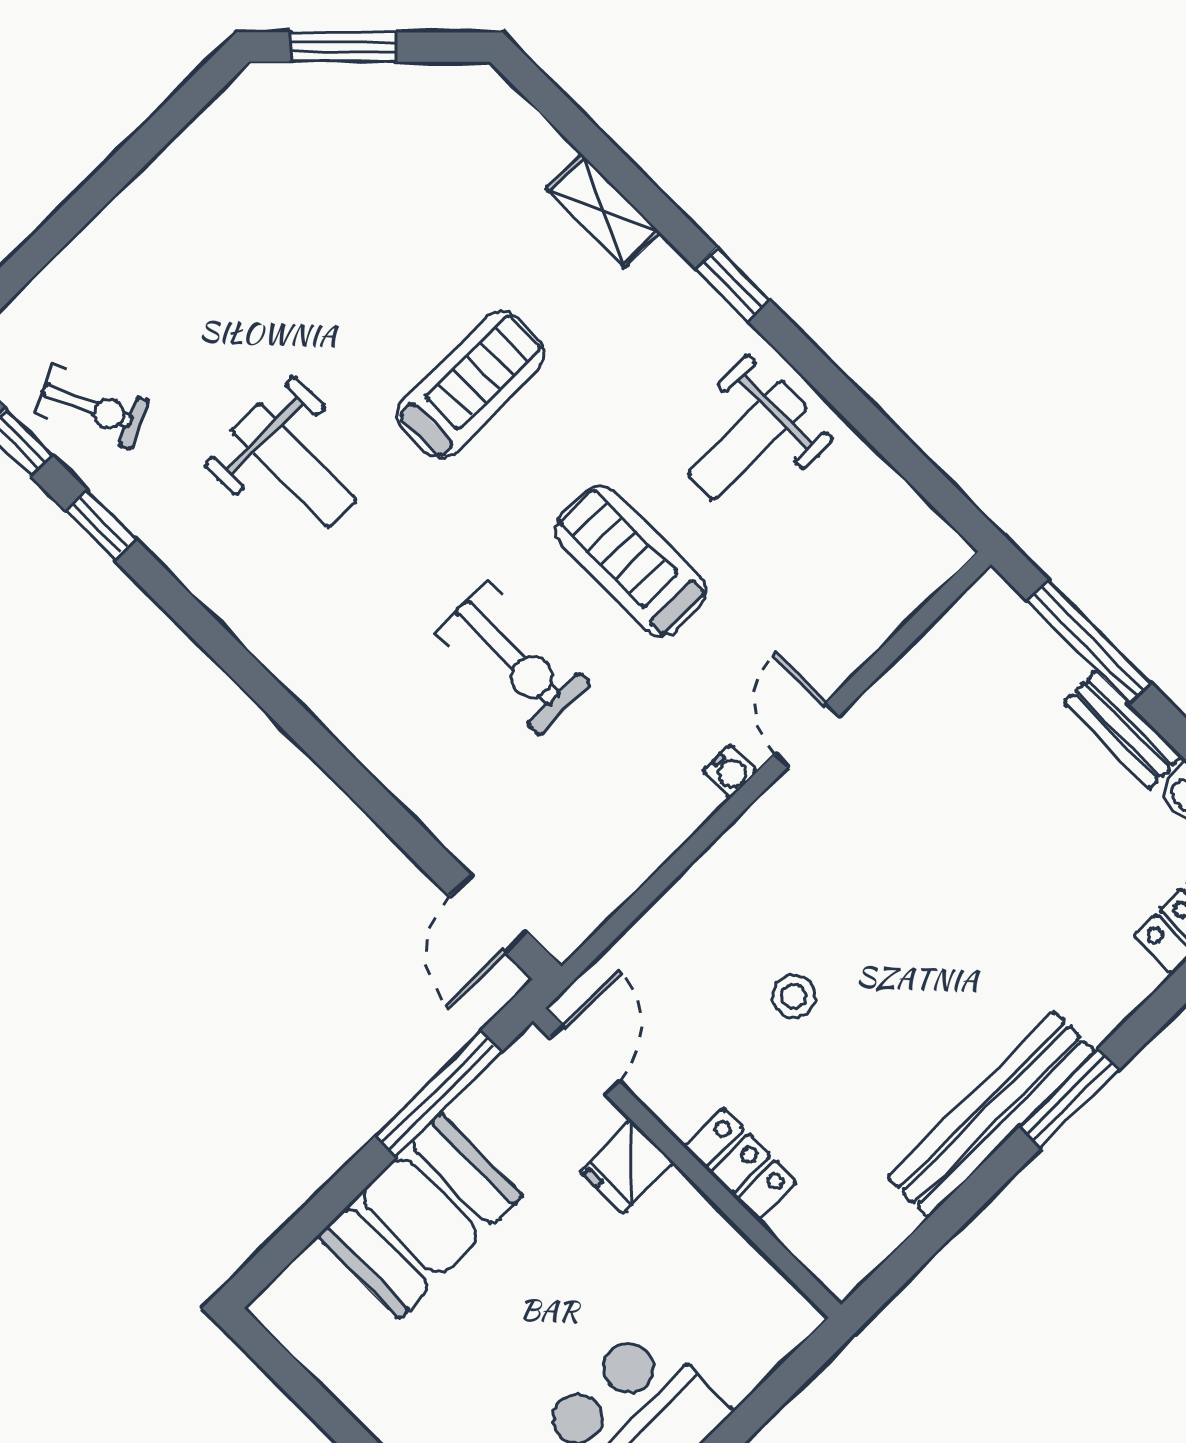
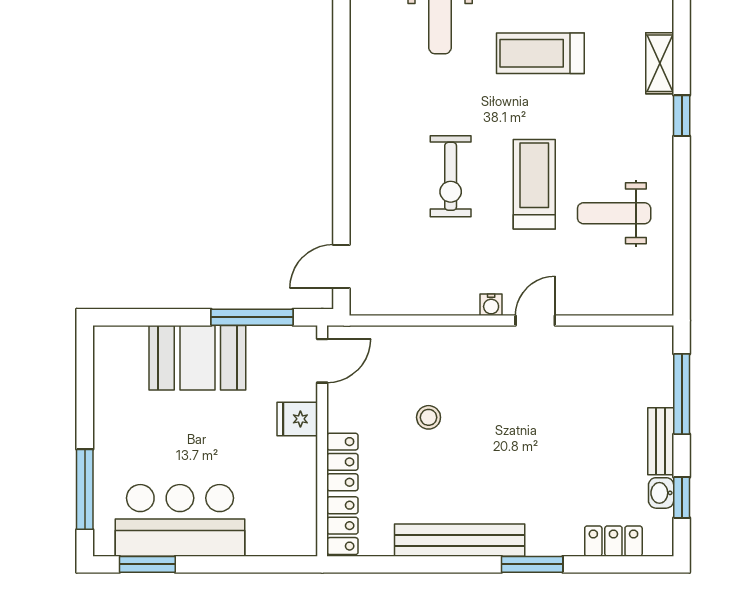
shelving: (603, 211) -> (660, 63), moved
treadmill: (471, 385) -> (540, 53), turned 180
weight bench: (747, 440) -> (614, 213), moved
window: (1070, 1098) -> (532, 564), moved
locker: (822, 1246) -> (342, 526), added

